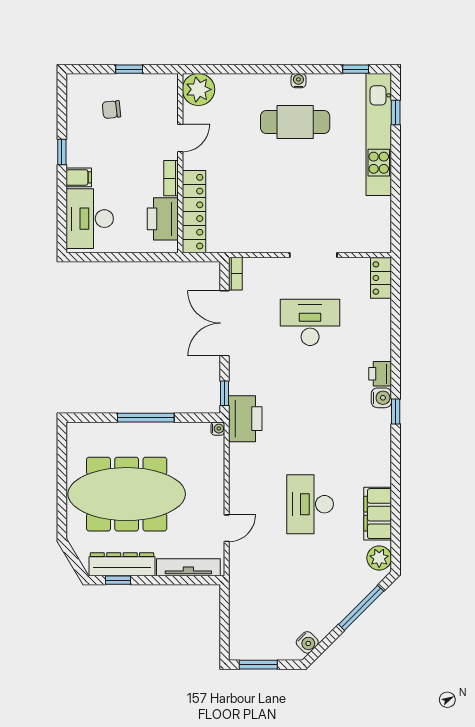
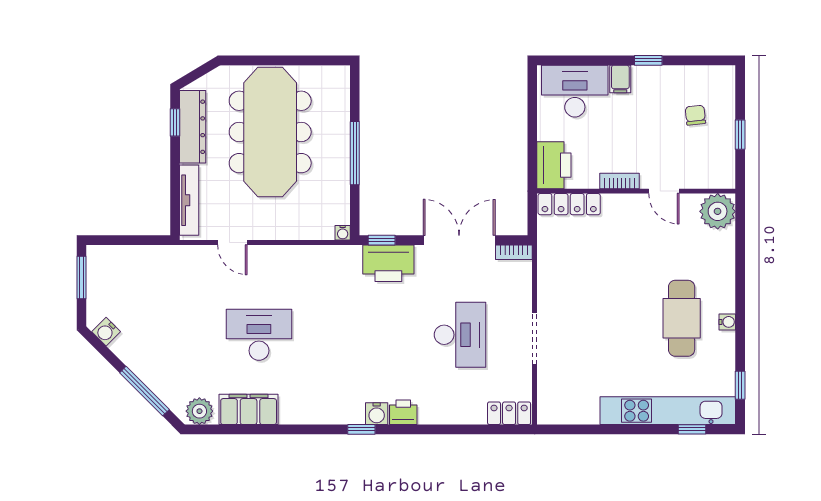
locker: (194, 212) -> (569, 204), width x0.71, depth x0.83
printer: (163, 219) -> (554, 165), moved, turned 90
printer: (245, 419) -> (388, 263), moved

